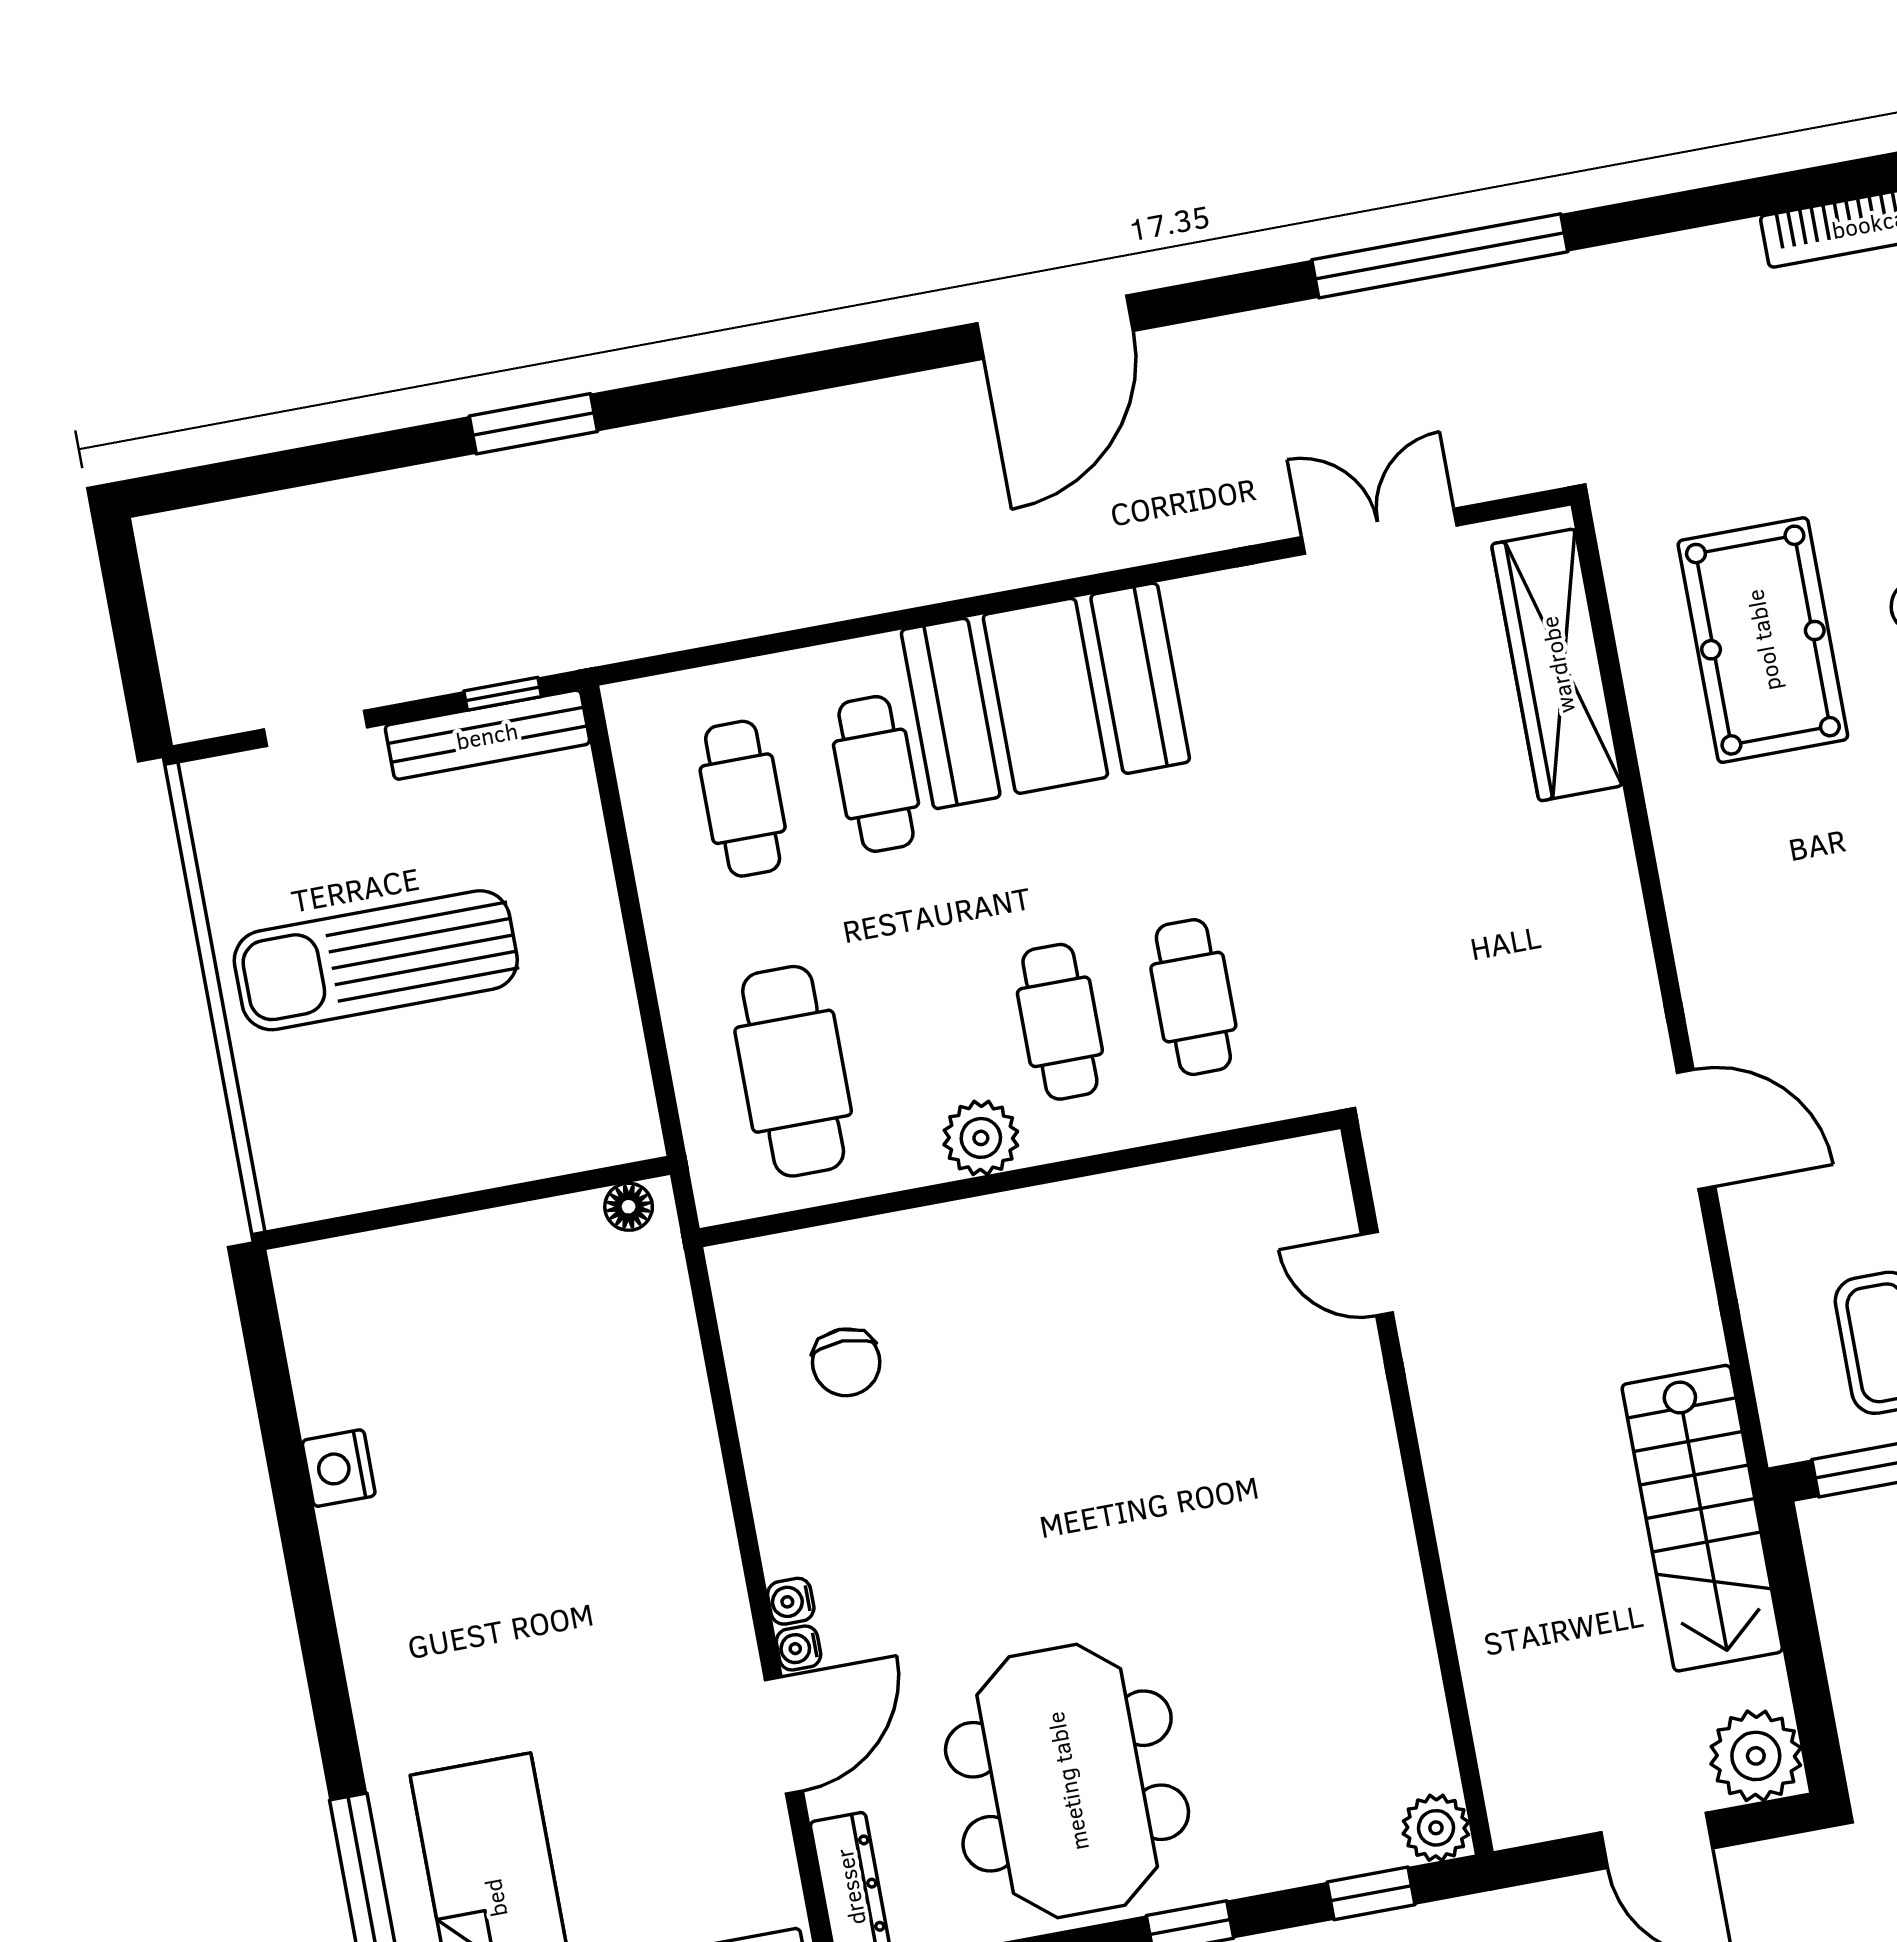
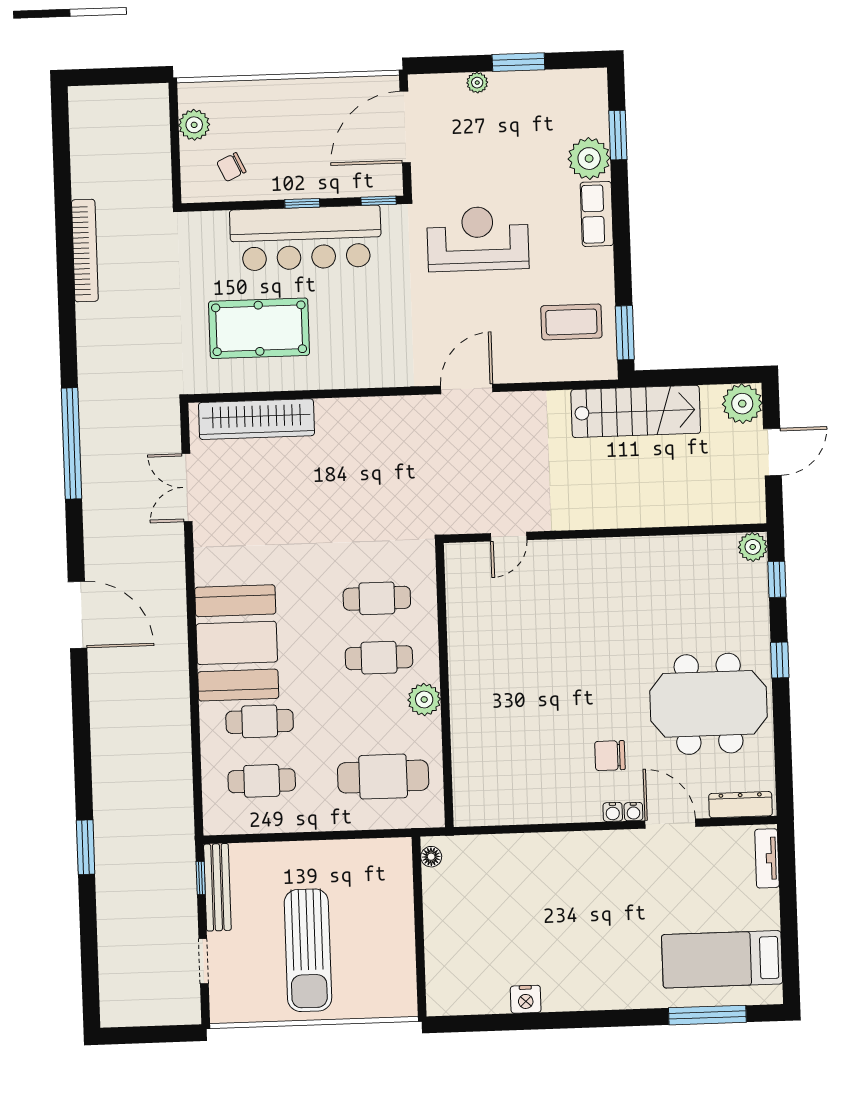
chair: (846, 1362) -> (610, 756), moved, turned 180

